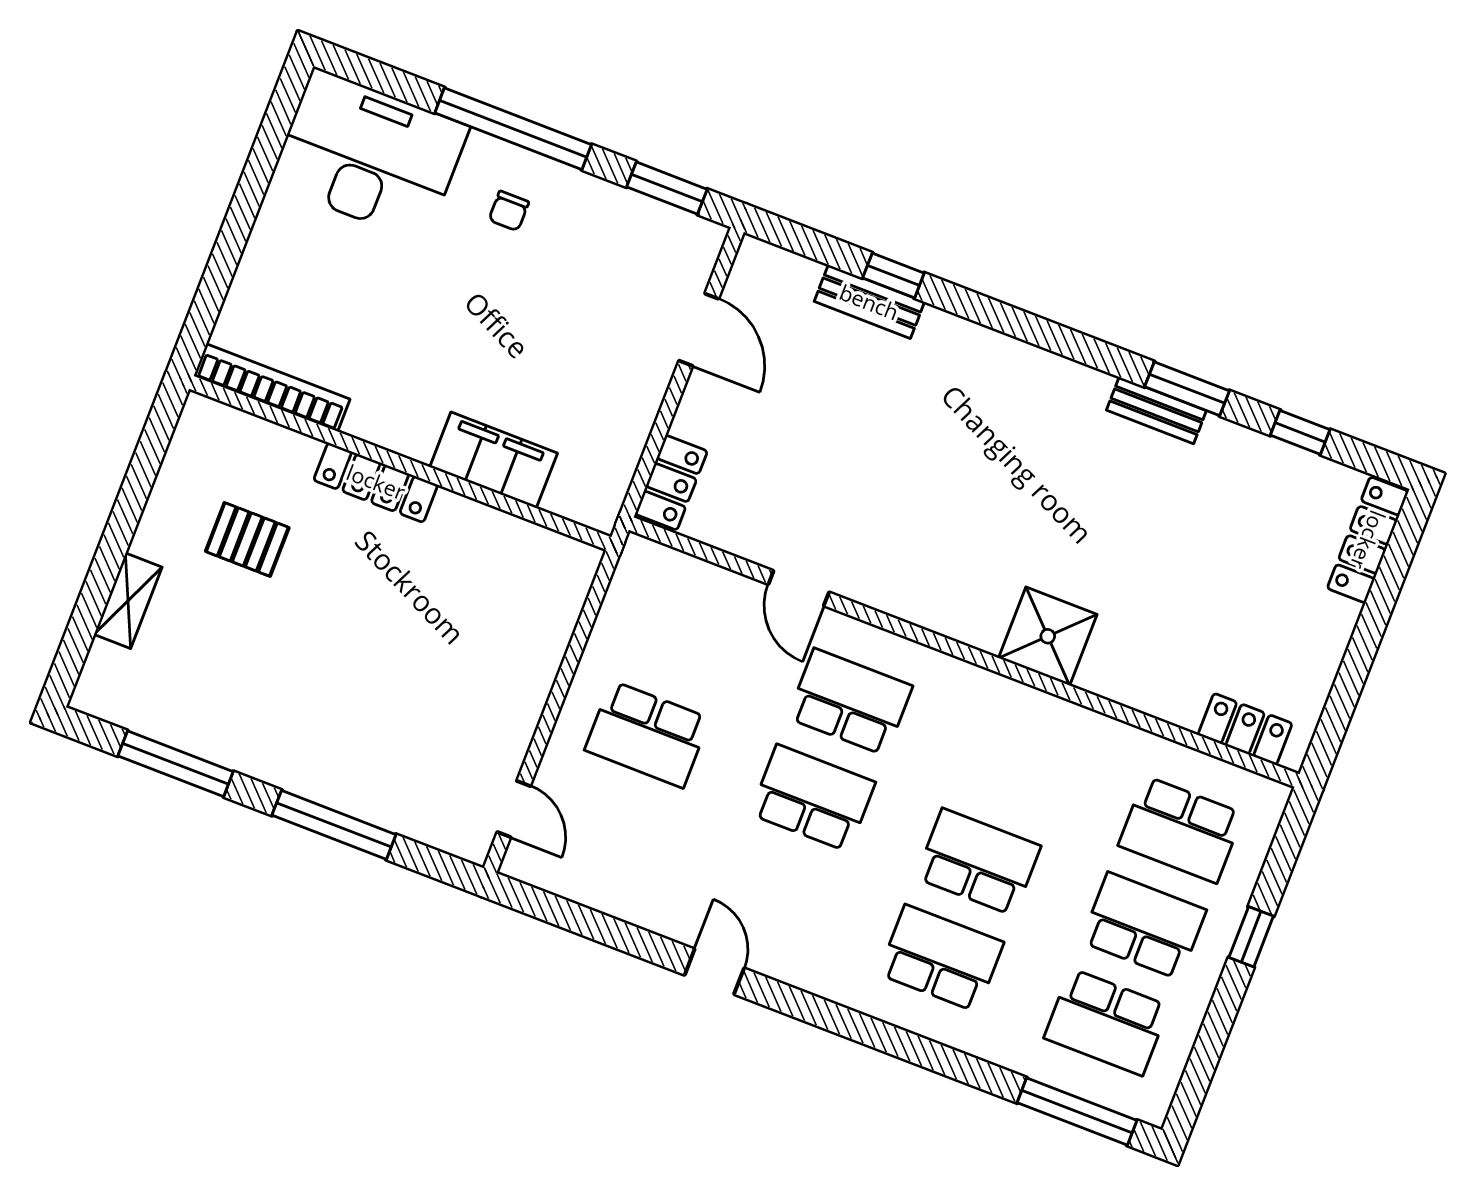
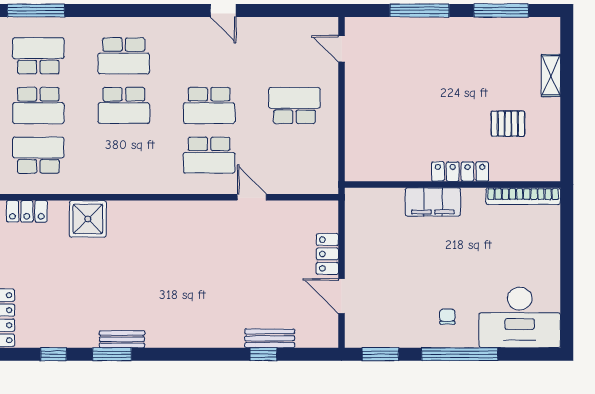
filing cabinet: (494, 460) -> (433, 202), moved
locker: (671, 483) -> (327, 254), moved
shower: (1048, 636) -> (88, 219), moved

